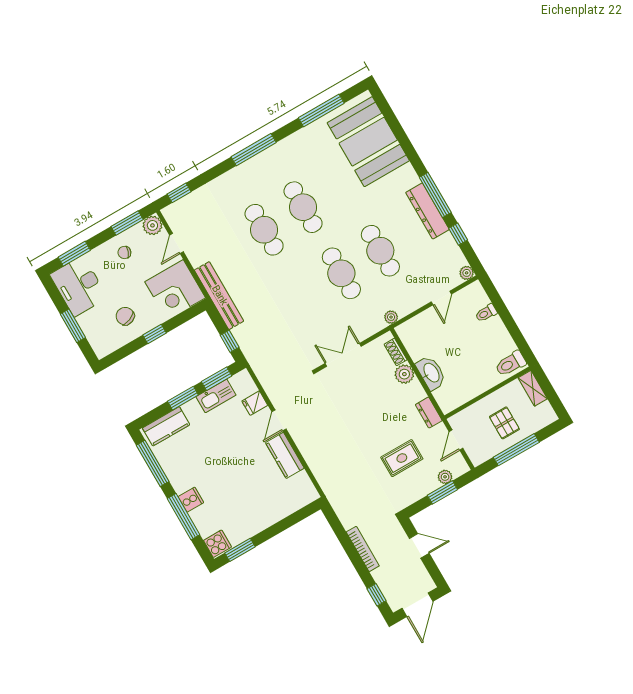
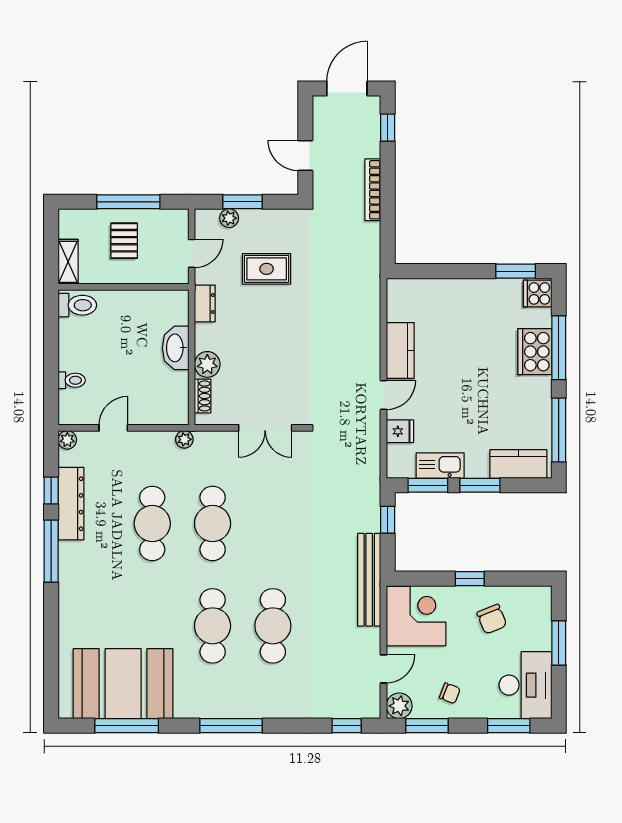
booth: (368, 142) -> (123, 684), moved, turned 90
dresser: (427, 211) -> (71, 504), moved
cooker: (191, 500) -> (535, 352), width x1.87, depth x1.31

